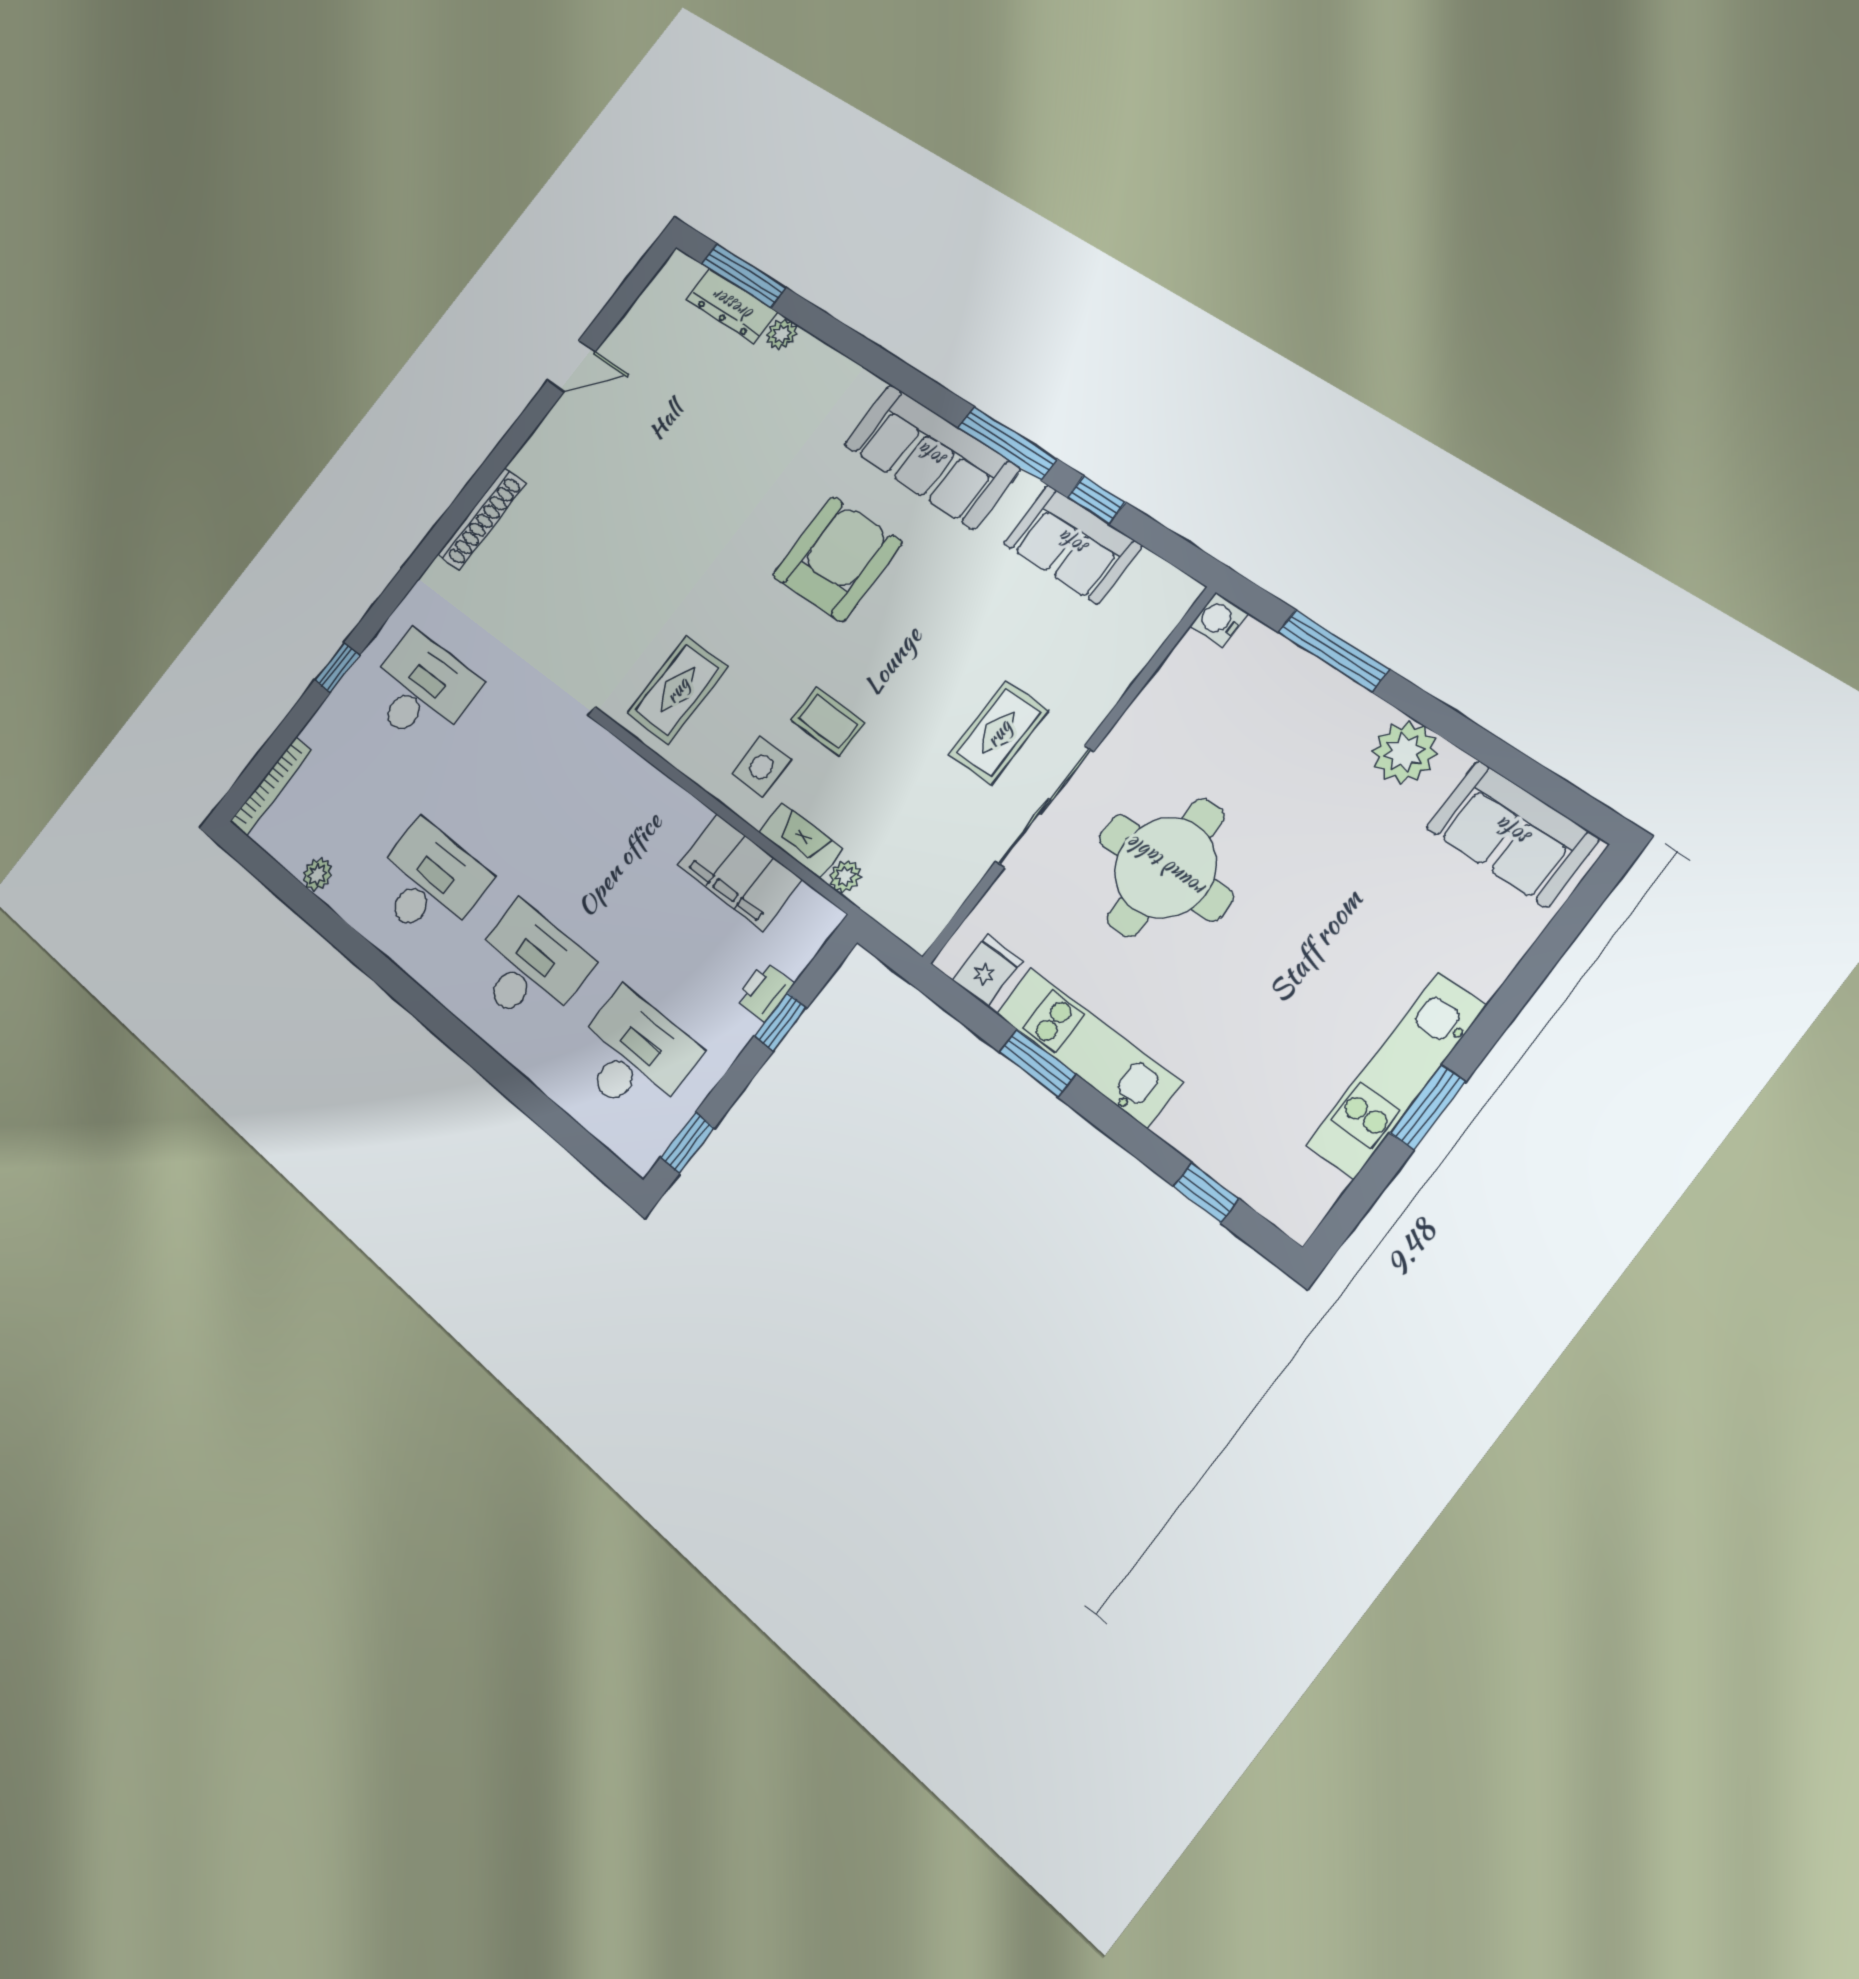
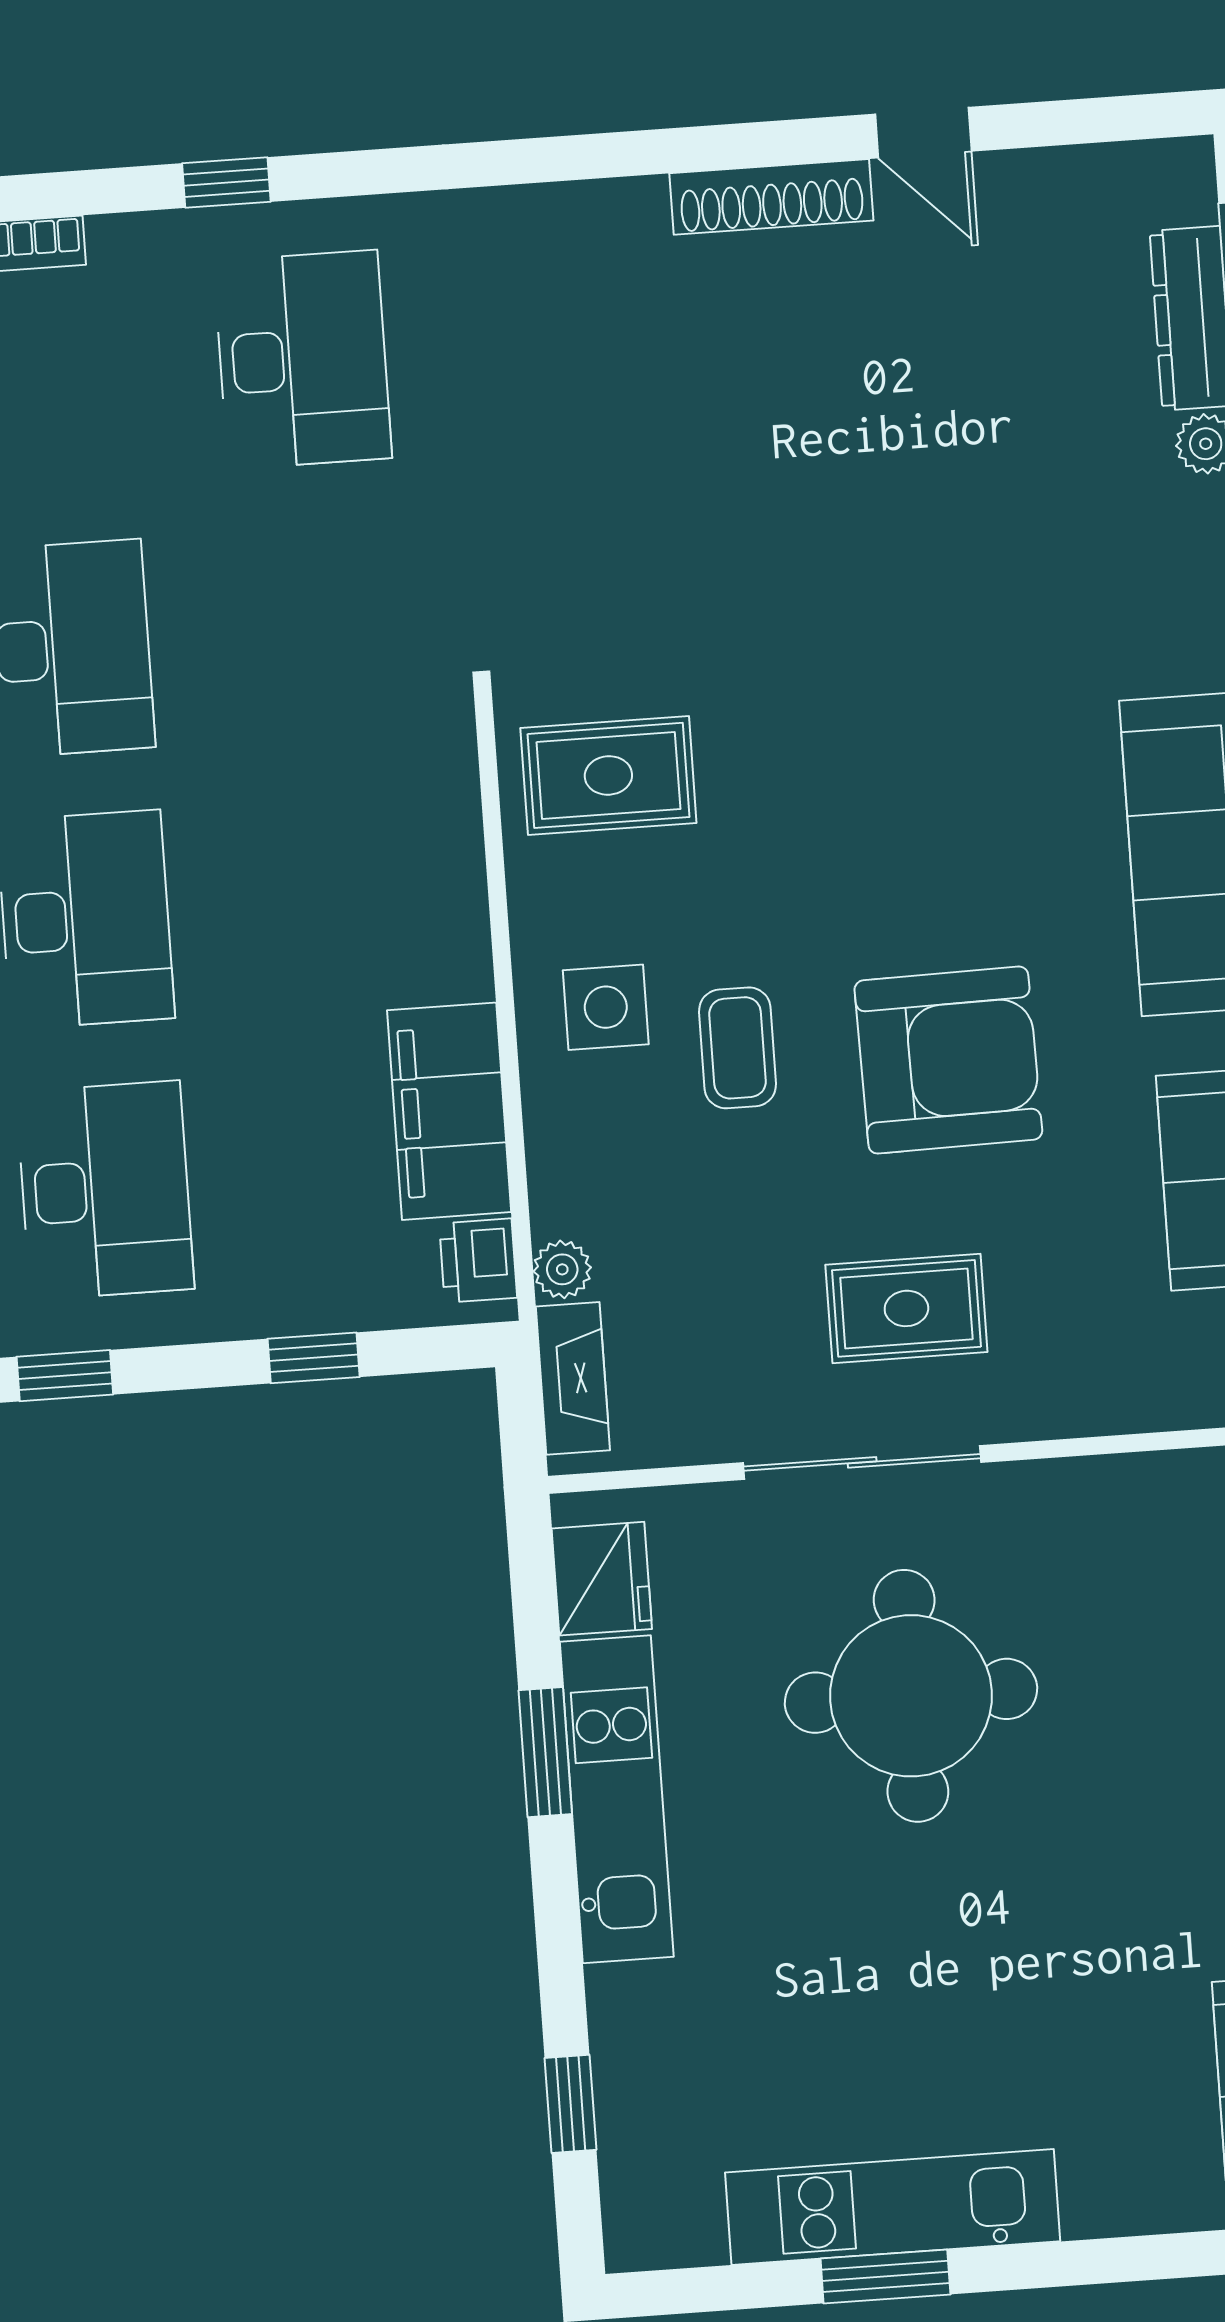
shoe rack: (482, 519) -> (771, 197), moved
armchair: (837, 559) -> (948, 1060), moved
fireplace: (801, 840) -> (573, 1378), moved
fridge: (987, 970) -> (602, 1579), width x1.38
printer: (764, 991) -> (478, 1261), moved, turned -90

